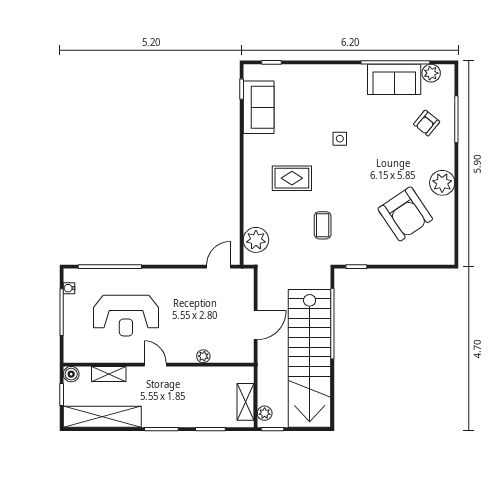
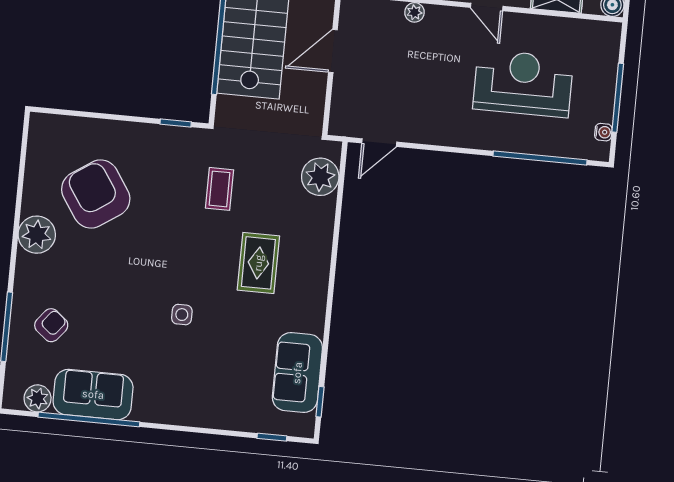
rug: (292, 178) -> (258, 263), turned 90

